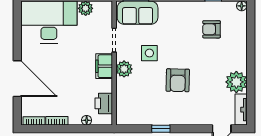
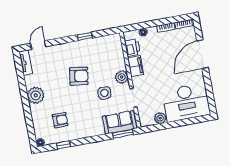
filing cabinet: (104, 66) -> (136, 66), moved
door: (17, 79) -> (202, 54), hinge flipped
armchair: (178, 80) -> (79, 76), turned 98
plant: (236, 82) -> (36, 95), moved

